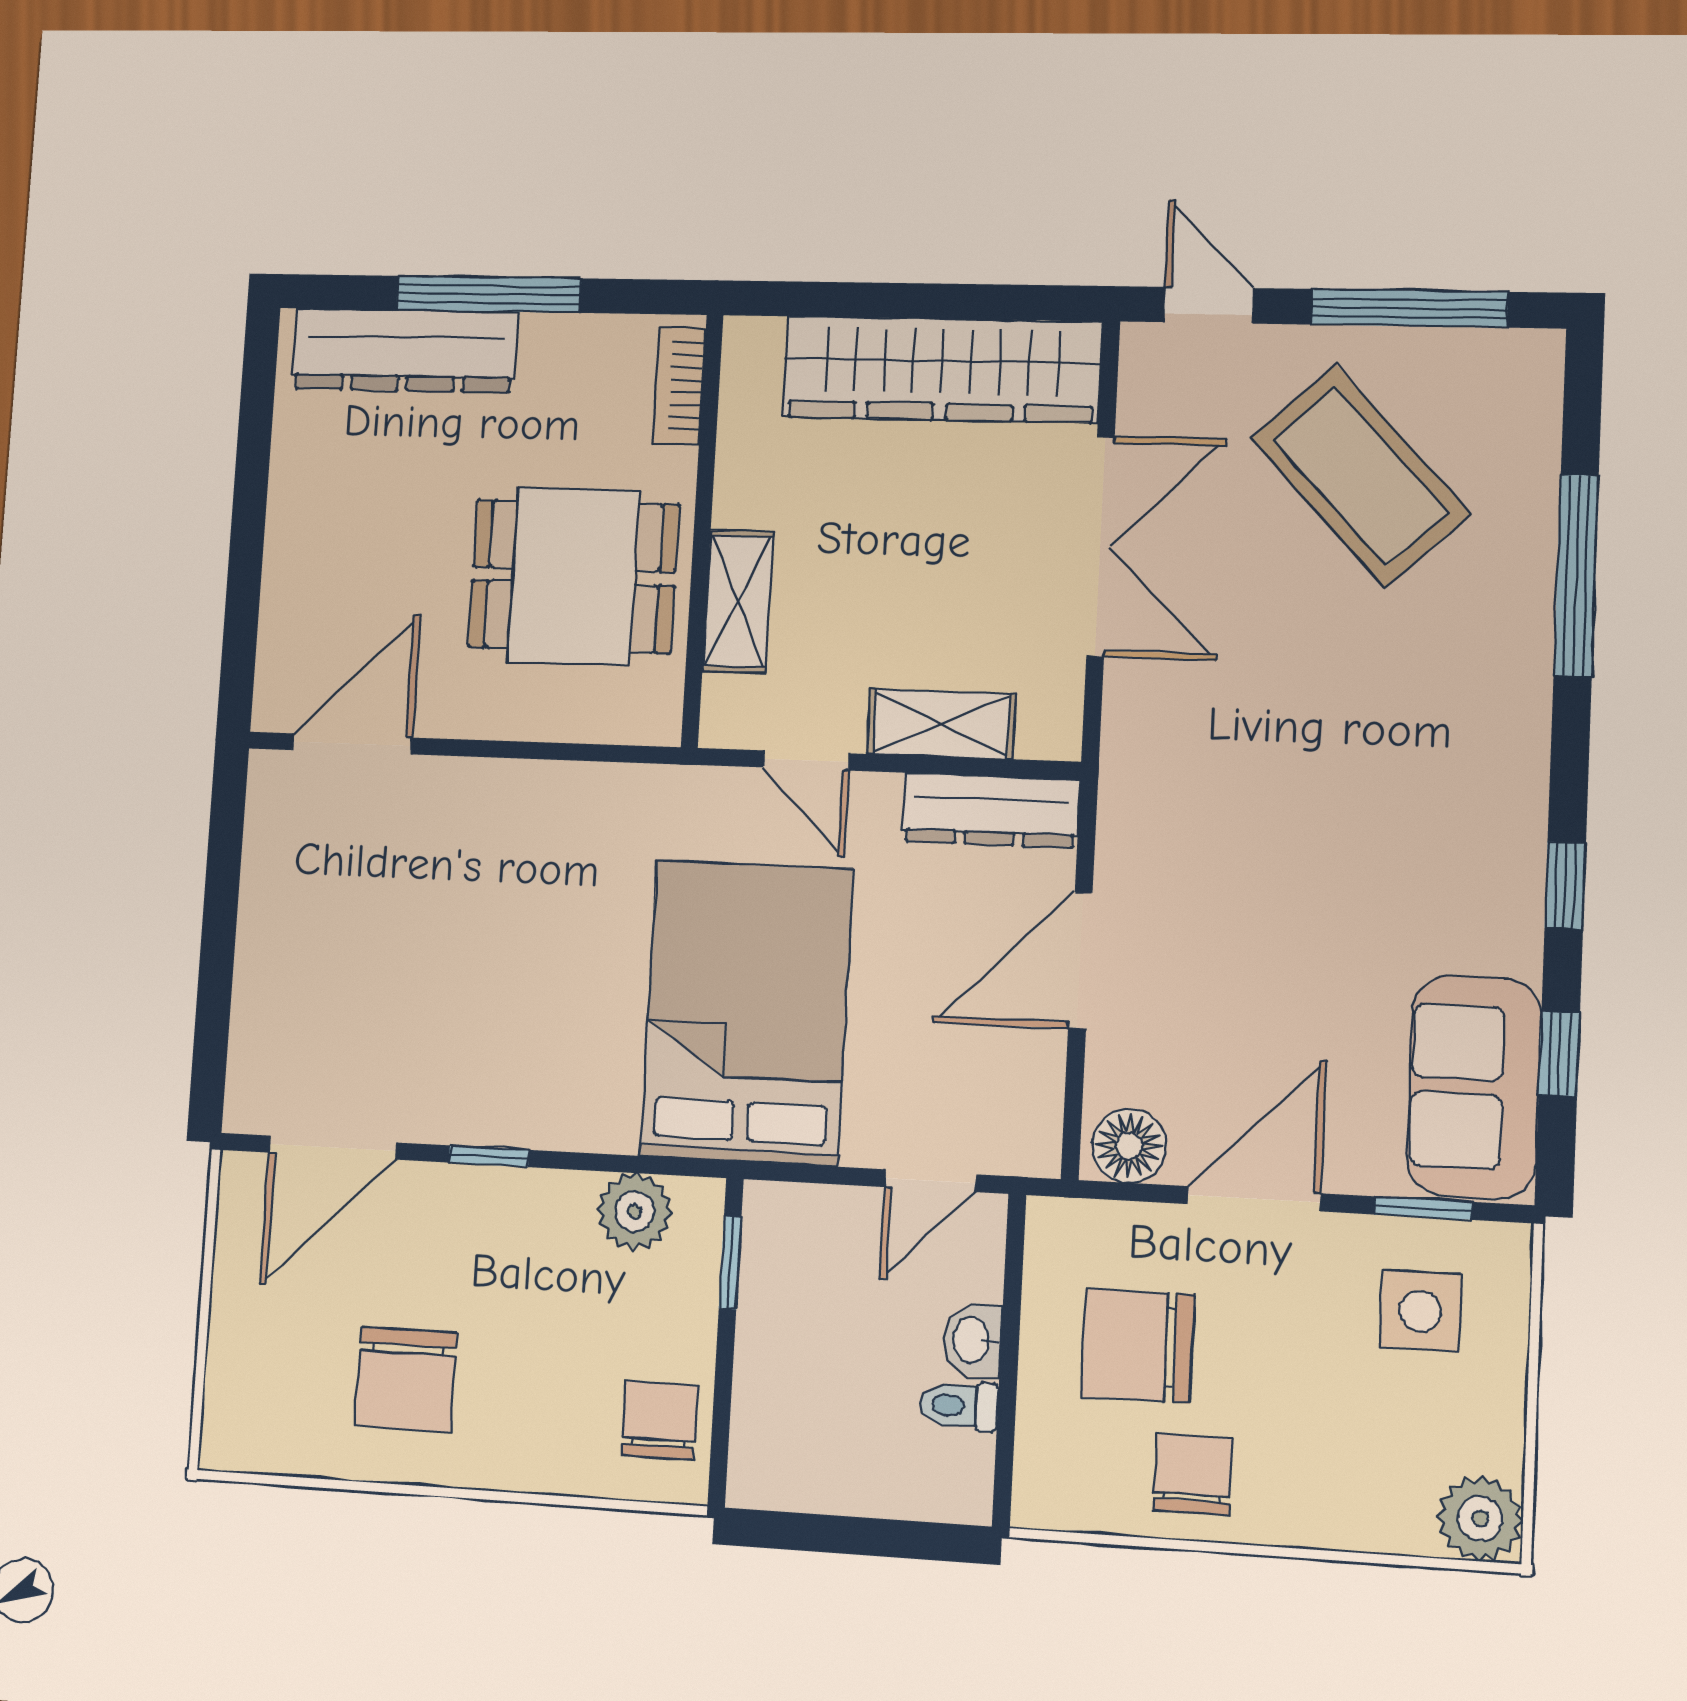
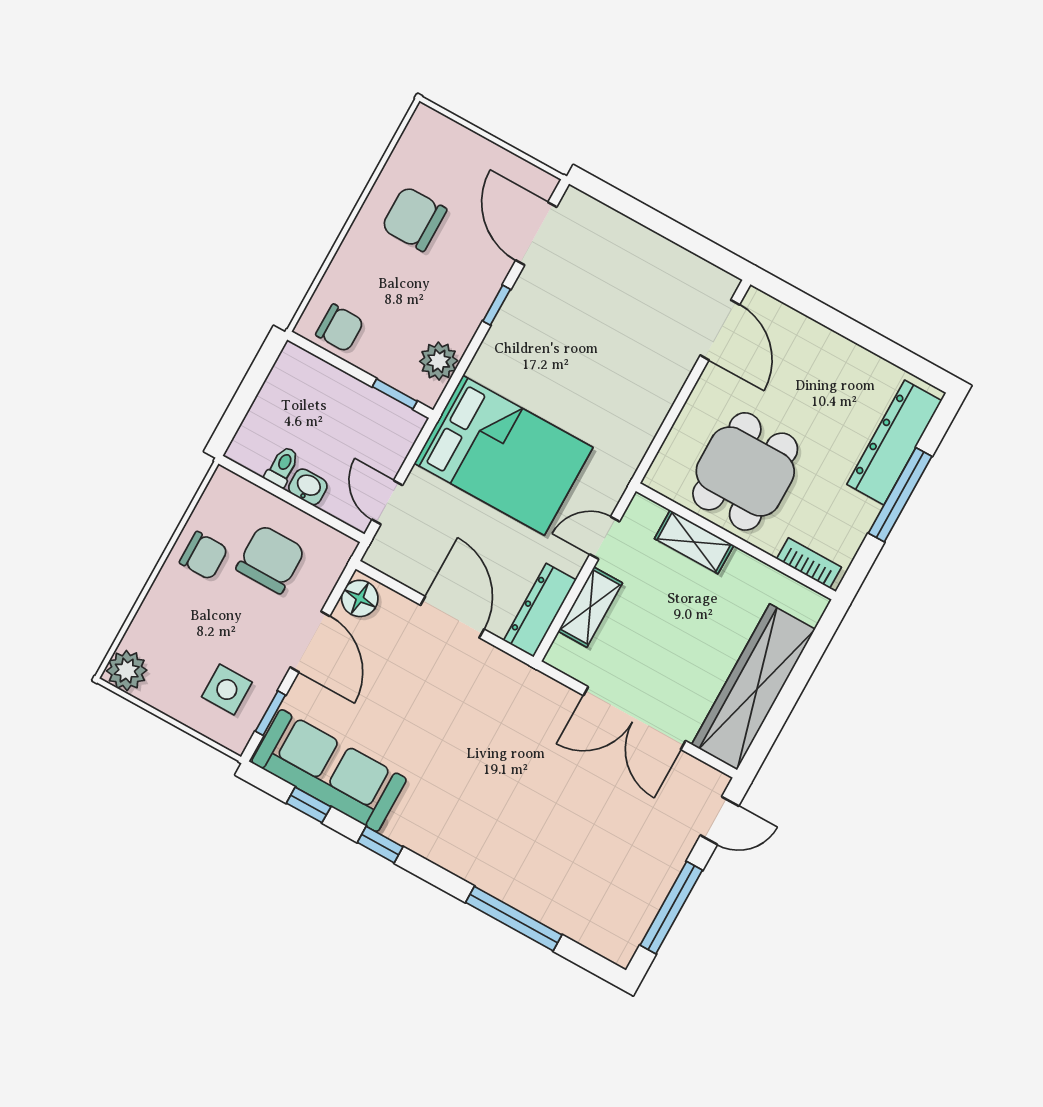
coffee table: (1360, 476) -> (607, 848), removed
sofa: (1474, 1087) -> (329, 771), width x1.36

